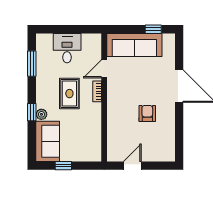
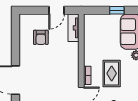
armchair: (147, 114) -> (41, 37), moved
tv unit: (113, 146) -> (74, 28), added

